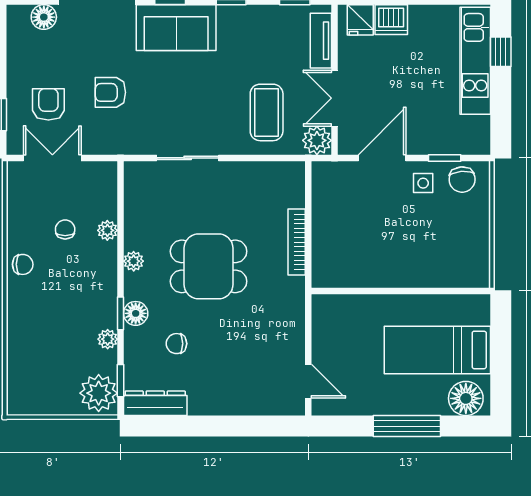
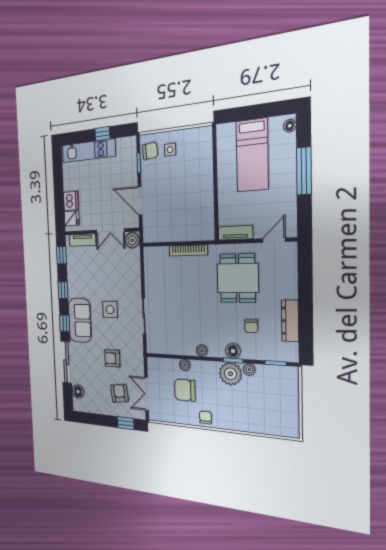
window: (501, 52) -> (103, 134), moved
armchair: (110, 92) -> (112, 358), turned 90
side table: (197, 92) -> (110, 310), added
armchair: (48, 104) -> (119, 393), turned 83
coffee table: (267, 112) -> (119, 270), removed
side table: (423, 183) -> (170, 150), moved
chair: (65, 229) -> (185, 390), width x1.87, depth x1.87
dining table: (209, 266) -> (238, 278), moved
tv unit: (322, 321) -> (235, 233), added
plant: (99, 393) -> (230, 374), moved
floor lamp: (466, 398) -> (290, 126), width x0.53, depth x0.53
dresser: (155, 403) -> (290, 321), moved

